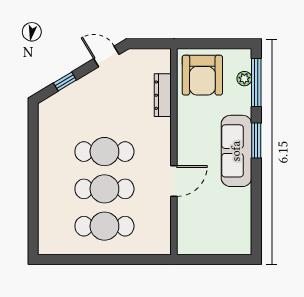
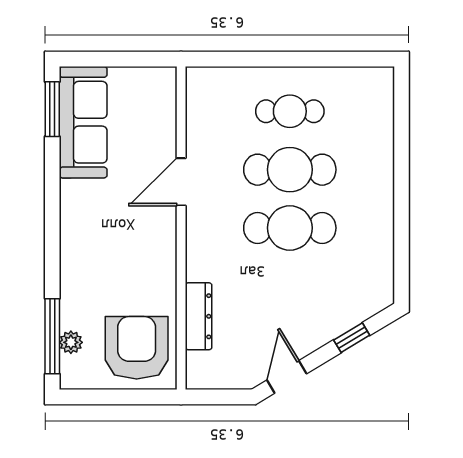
door: (106, 56) -> (287, 377), swing flipped
window: (256, 141) -> (52, 109), moved
sofa: (236, 151) -> (83, 122), moved
cafe table: (104, 226) -> (290, 111), width x0.73, depth x0.74

